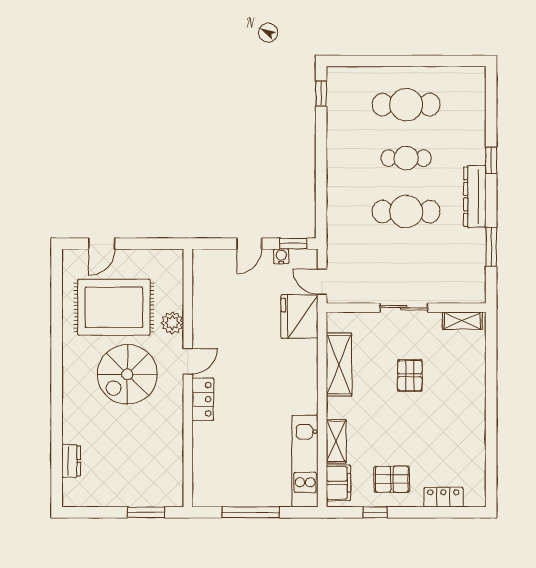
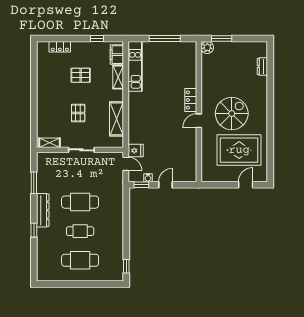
fridge: (299, 317) -> (136, 151), width x0.53, depth x0.75
plant: (172, 323) -> (207, 48), moved
pallet: (392, 479) -> (81, 75), moved

